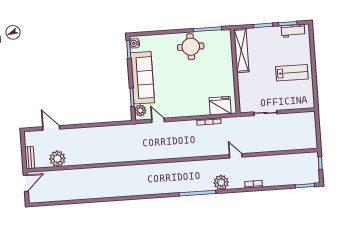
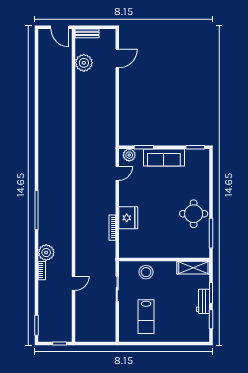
workbench: (293, 31) -> (203, 301), moved
water cooler: (134, 43) -> (201, 154), removed
shelving: (241, 50) -> (193, 268), width x0.68
lab bench: (292, 73) -> (146, 317), moved
sofa: (142, 78) -> (164, 157), width x0.74, depth x0.79
stool: (248, 87) -> (146, 272), added
fridge: (220, 106) -> (128, 218), moved
door: (236, 156) -> (74, 283), moved
plant: (221, 182) -> (46, 253), moved

